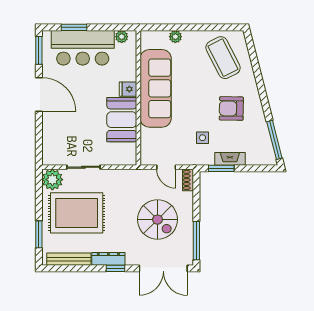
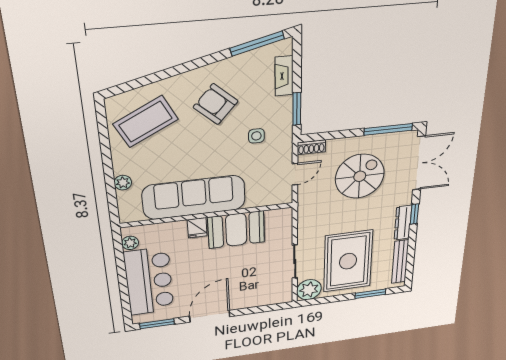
window: (74, 27) -> (124, 294), removed
armchair: (231, 108) -> (216, 104), turned 131
fireplace: (230, 159) -> (284, 76), moved

